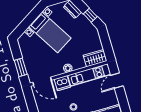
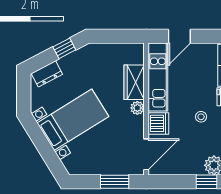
wardrobe: (95, 58) -> (134, 82), moved
door: (117, 81) -> (179, 36), hinge flipped

